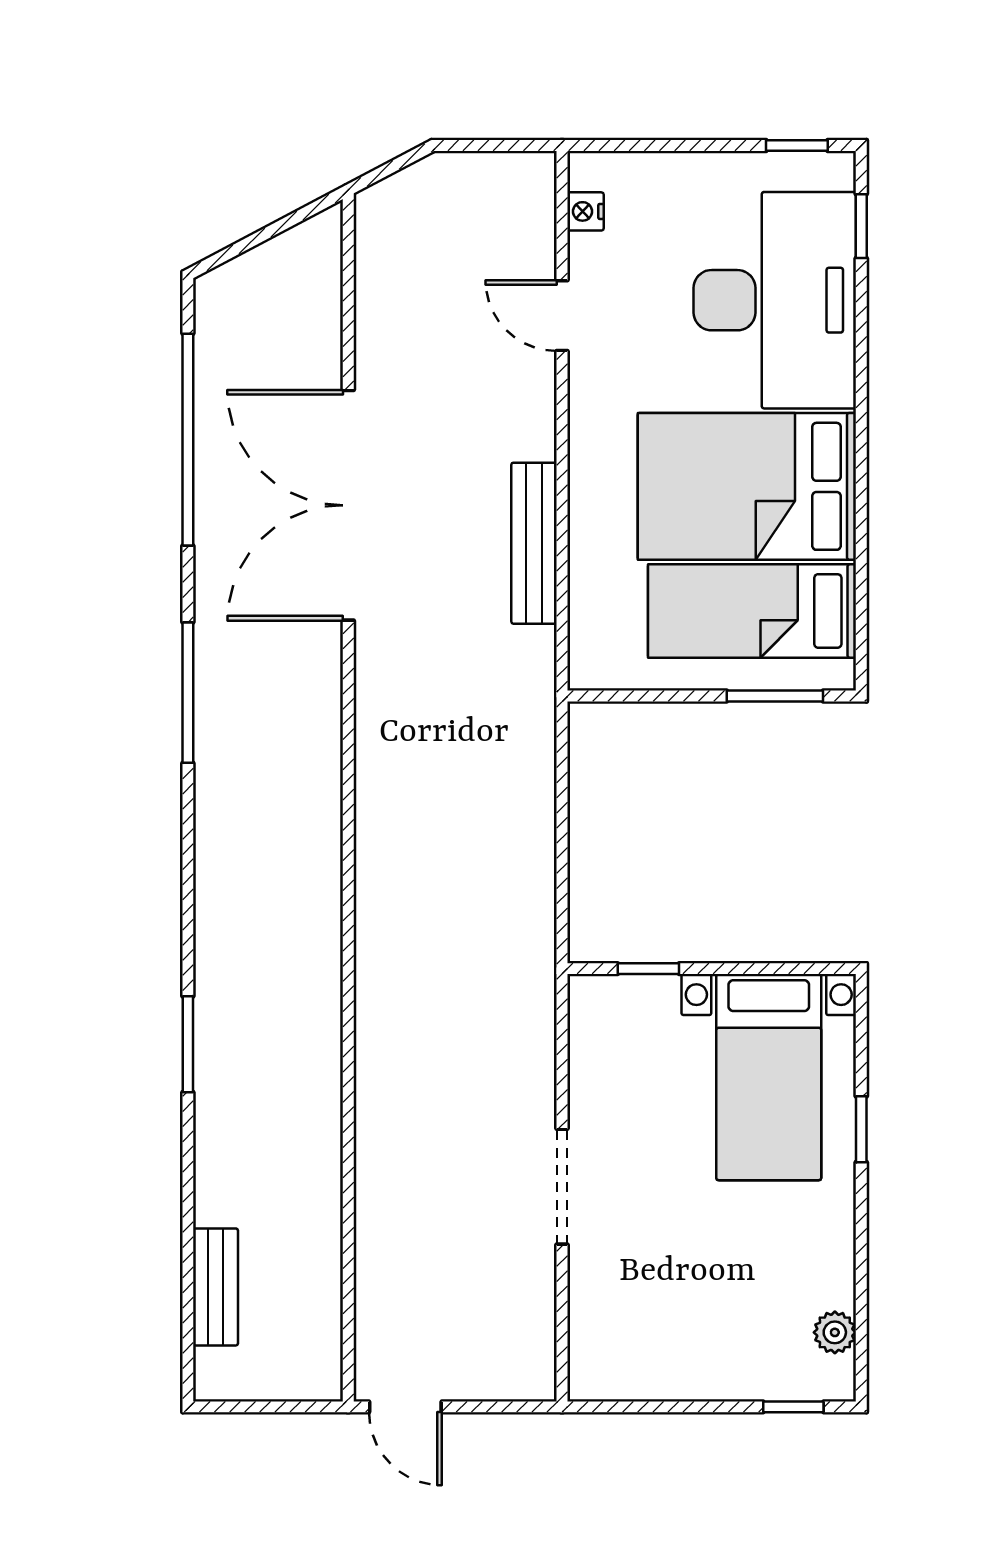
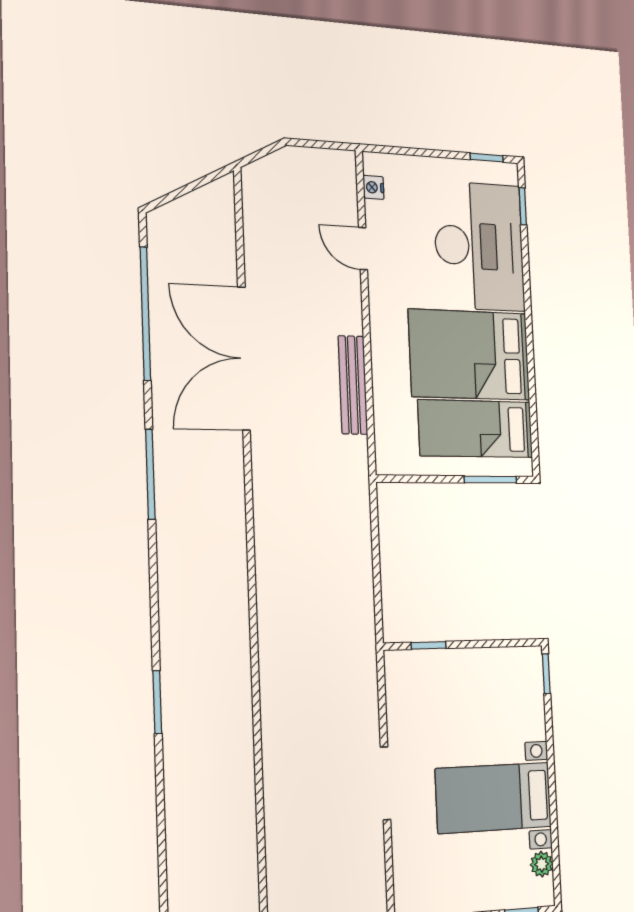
bed with nightstands: (769, 1077) -> (494, 798), moved, turned 90
window: (861, 1129) -> (546, 674), moved
bench: (216, 1287) -> (180, 861), removed

